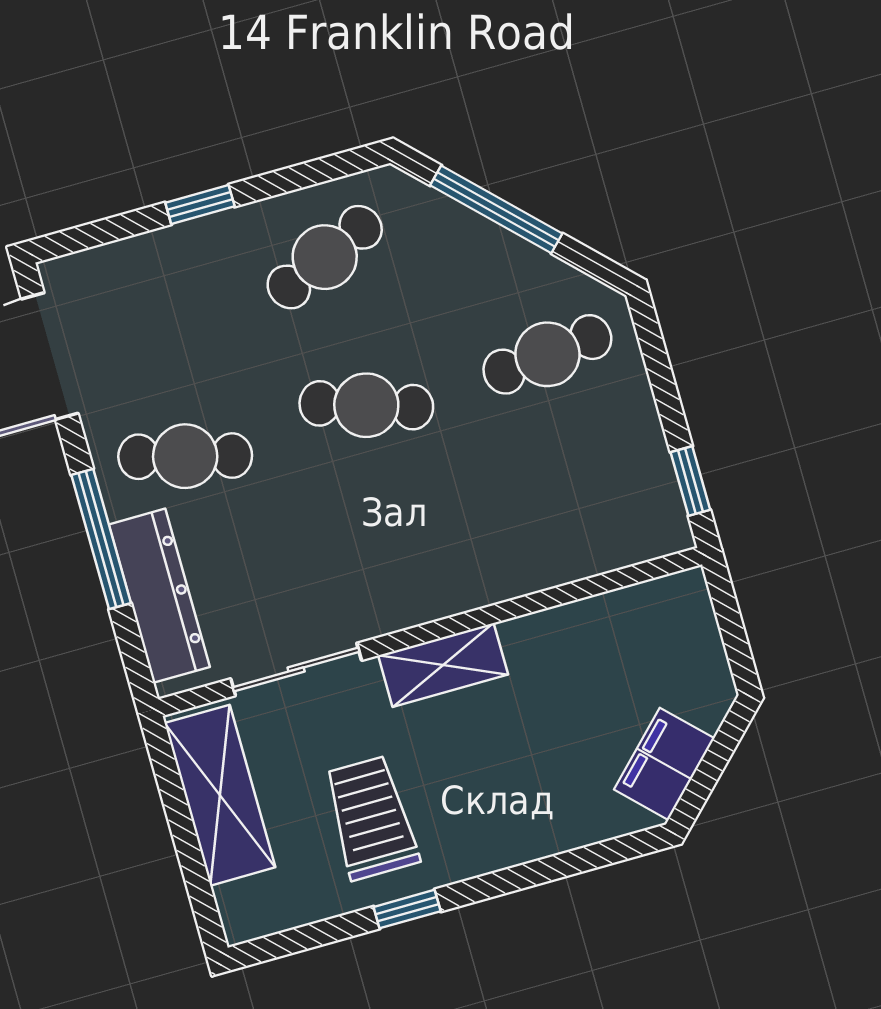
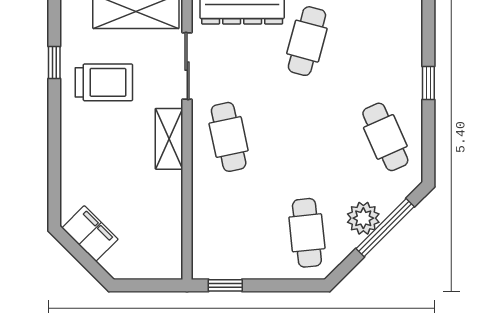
plant: (490, 256) -> (363, 218), added
cafe table: (366, 405) -> (229, 137), moved, turned -30
window: (407, 909) -> (54, 63), moved

